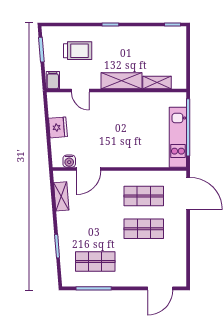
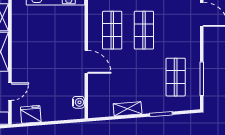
fridge: (58, 127) -> (31, 114), moved
door: (89, 169) -> (86, 62), moved
shelving: (61, 196) -> (128, 109), moved

